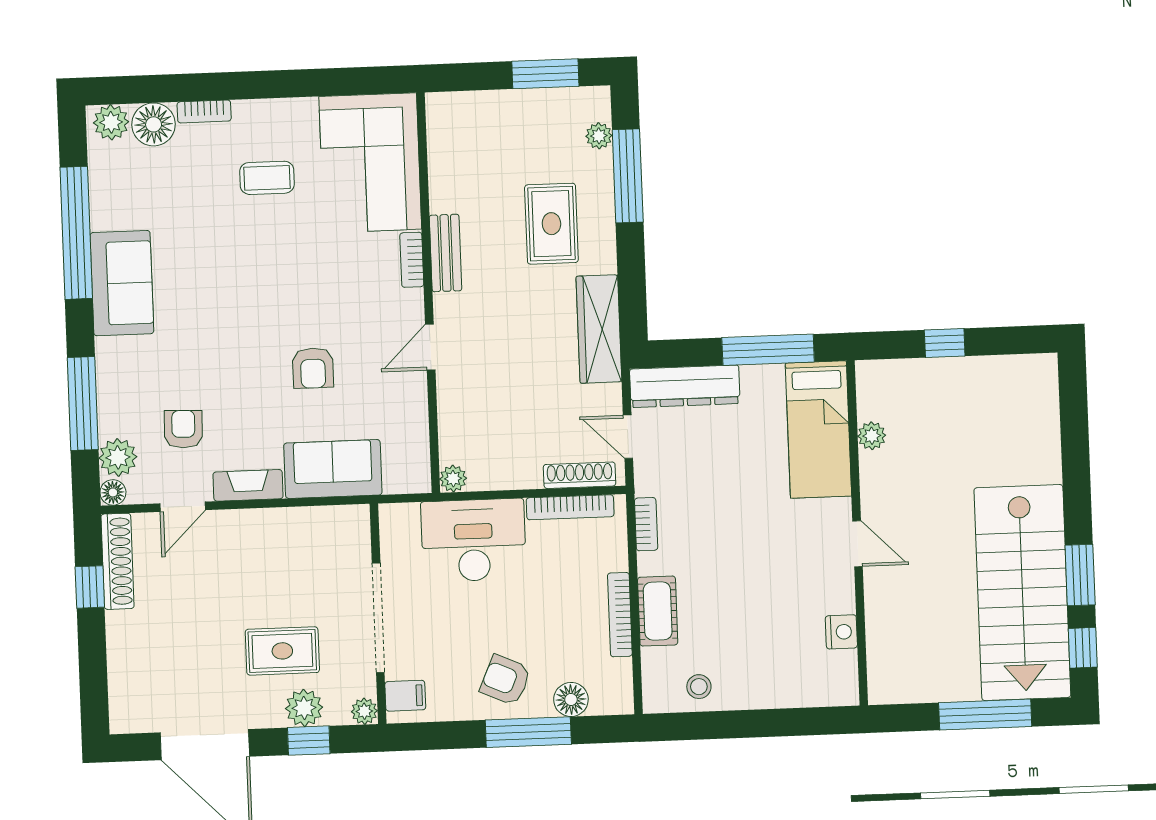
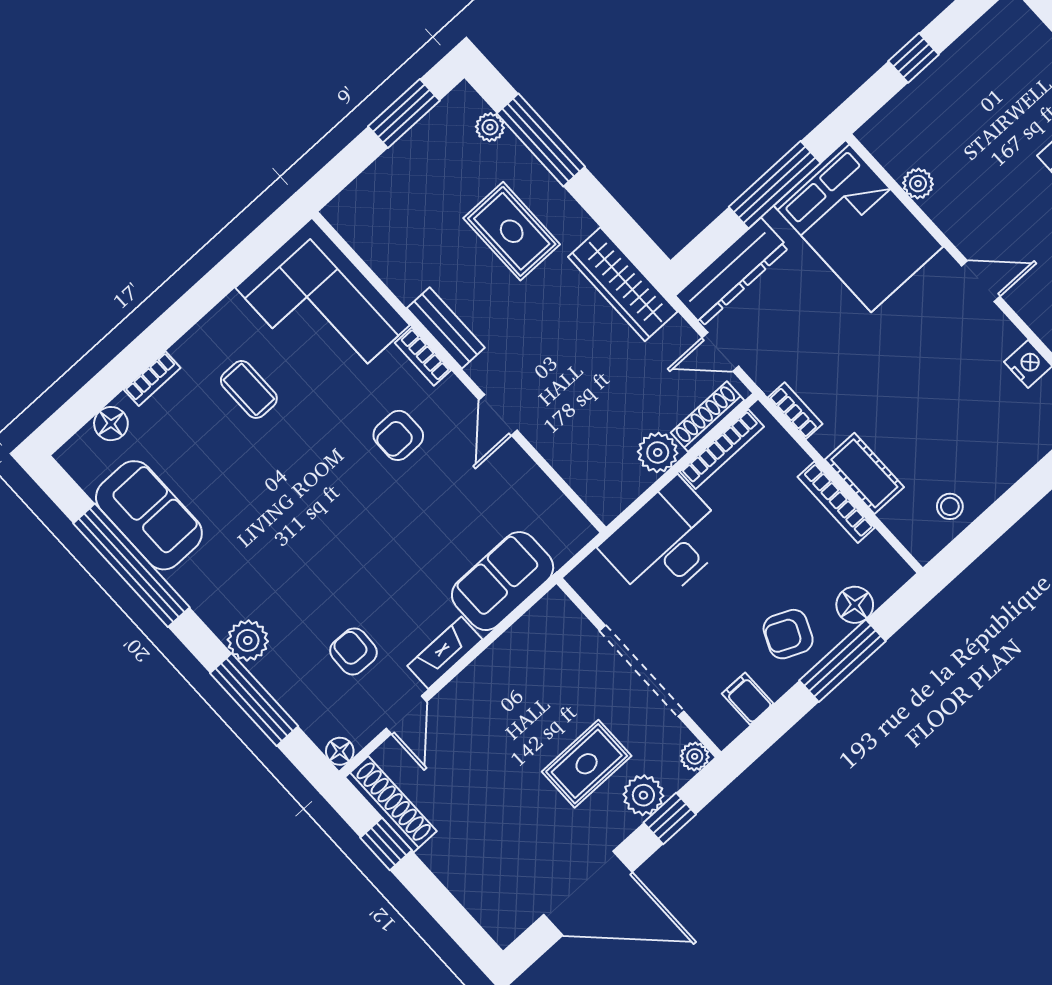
plant: (111, 122) -> (84, 451), removed
floor lamp: (154, 124) -> (111, 424), width x0.73, depth x0.73
coffee table: (267, 178) -> (249, 389), turned 90
sofa: (122, 283) -> (149, 515), moved
armchair: (313, 368) -> (398, 435), moved, turned 90
bed: (818, 430) -> (858, 226), width x1.50
plant: (118, 457) -> (248, 640), moved
plant: (453, 479) -> (658, 452), moved, width x1.38, depth x1.38
filing cabinet: (405, 696) -> (748, 699), moved, turned -90

